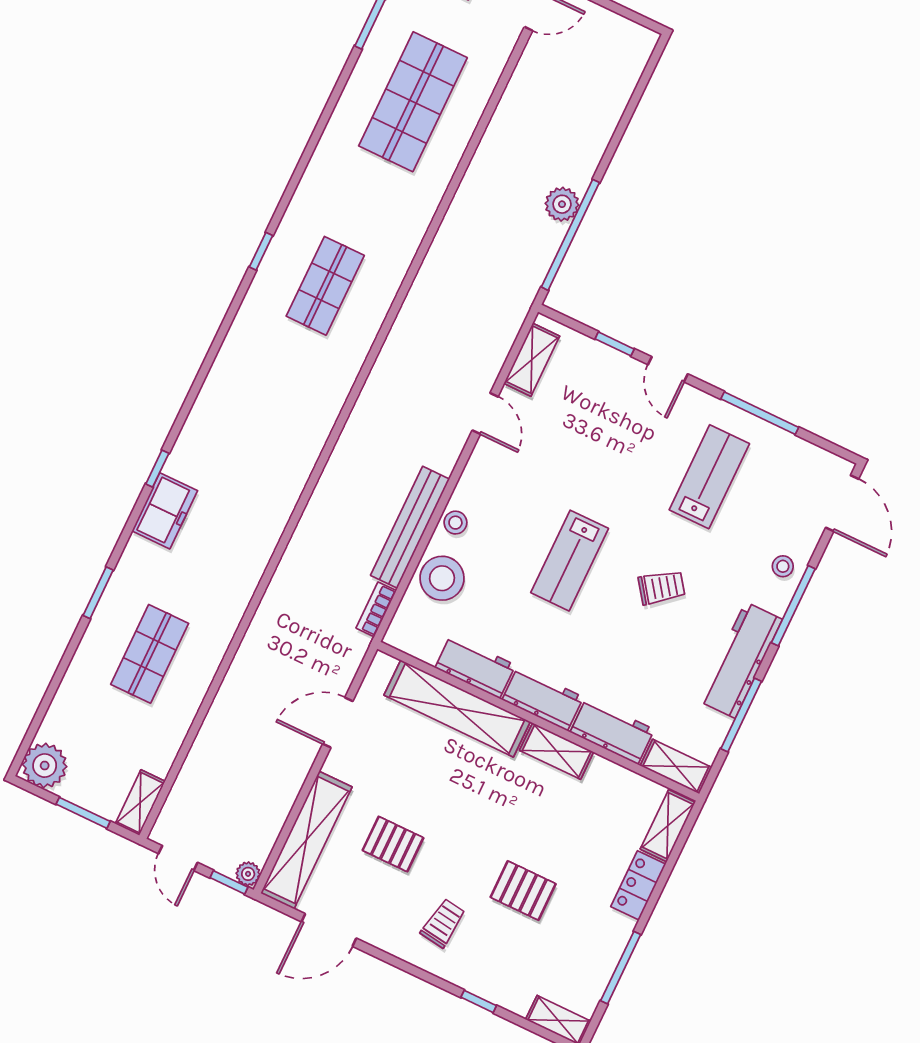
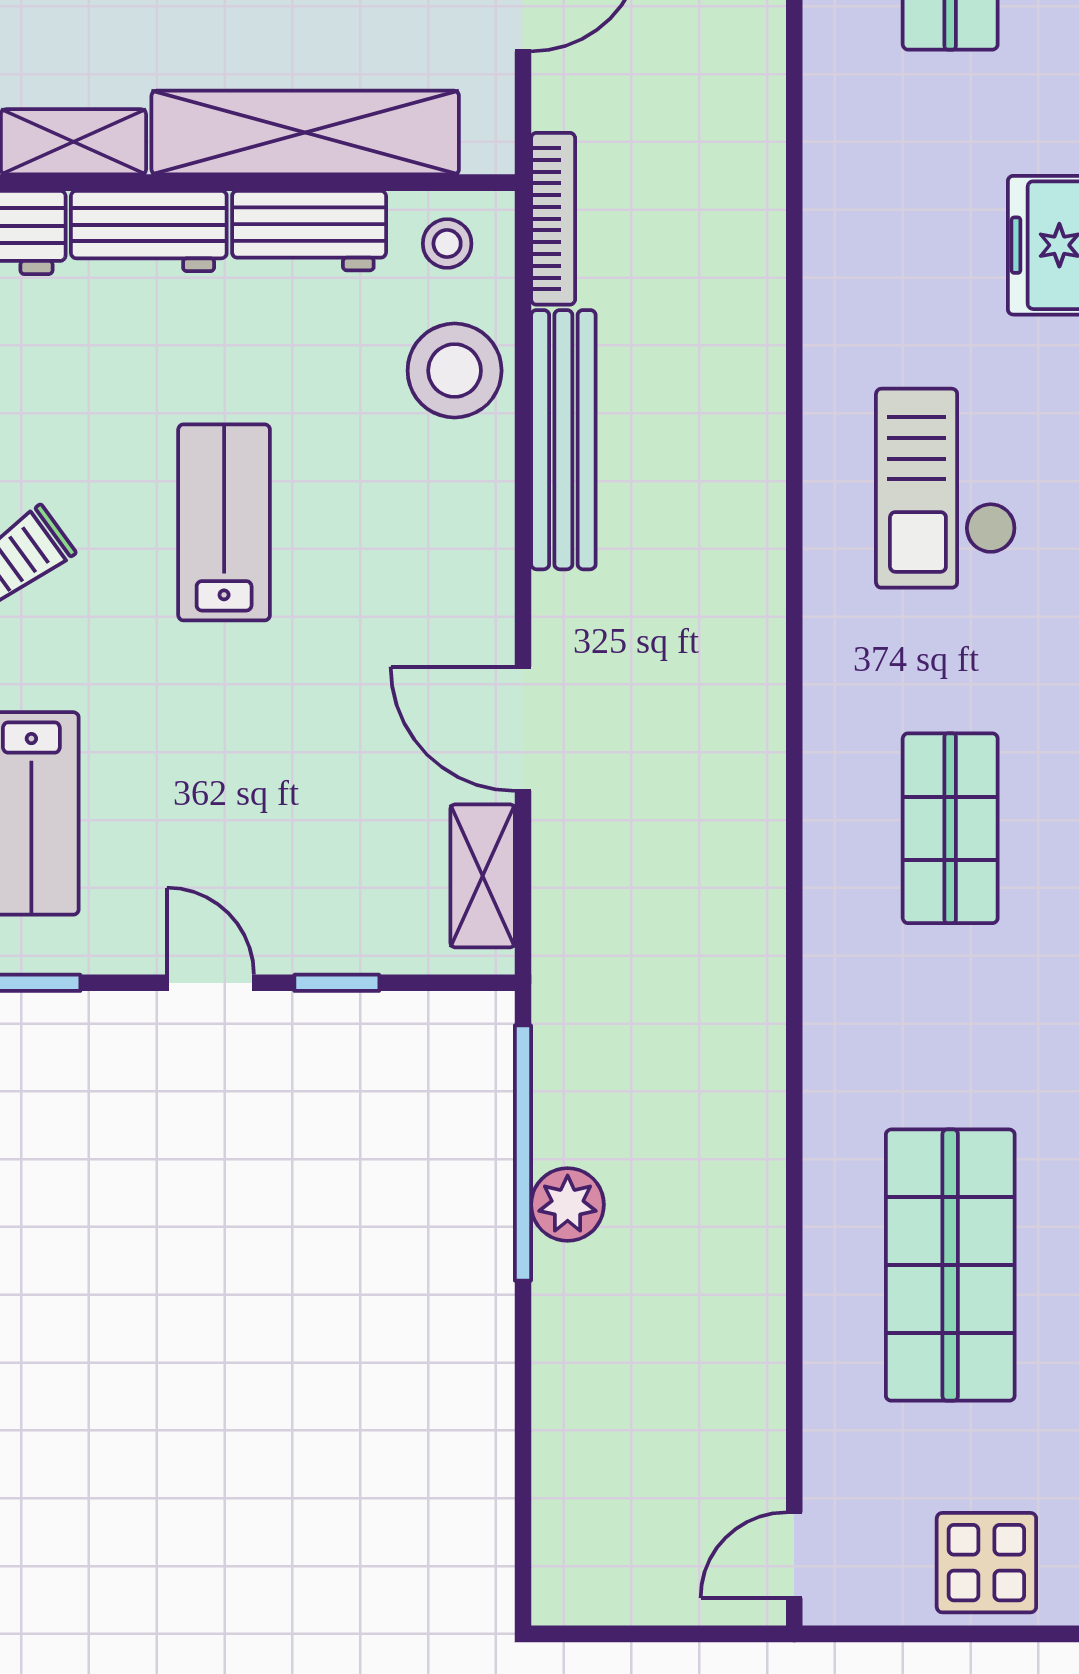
door: (485, 414) -> (523, 729), width x1.38
checkout: (259, 430) -> (946, 488), added
stool: (455, 523) -> (447, 244), moved
bookcase: (376, 609) -> (553, 219), width x1.56

